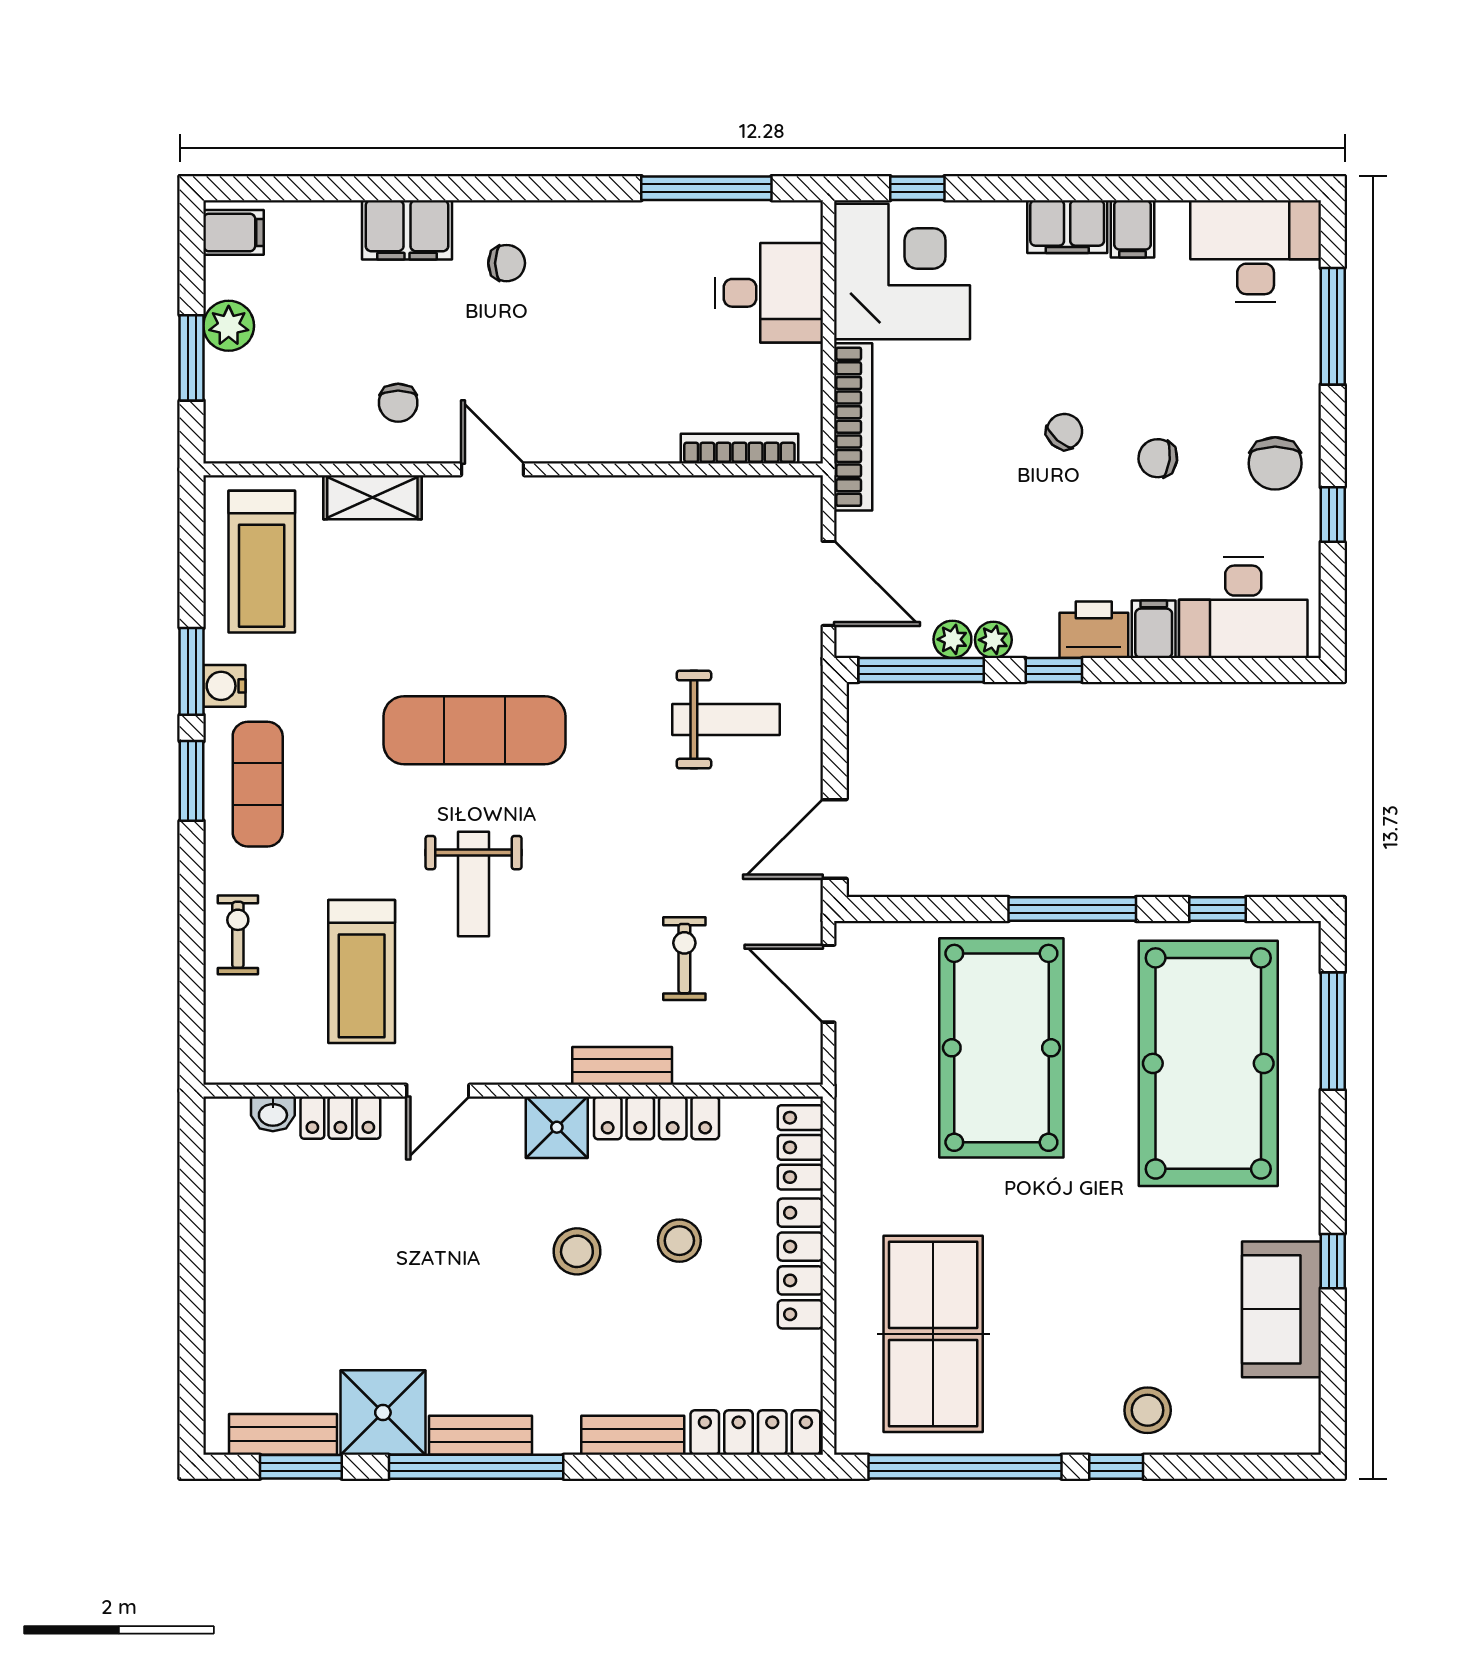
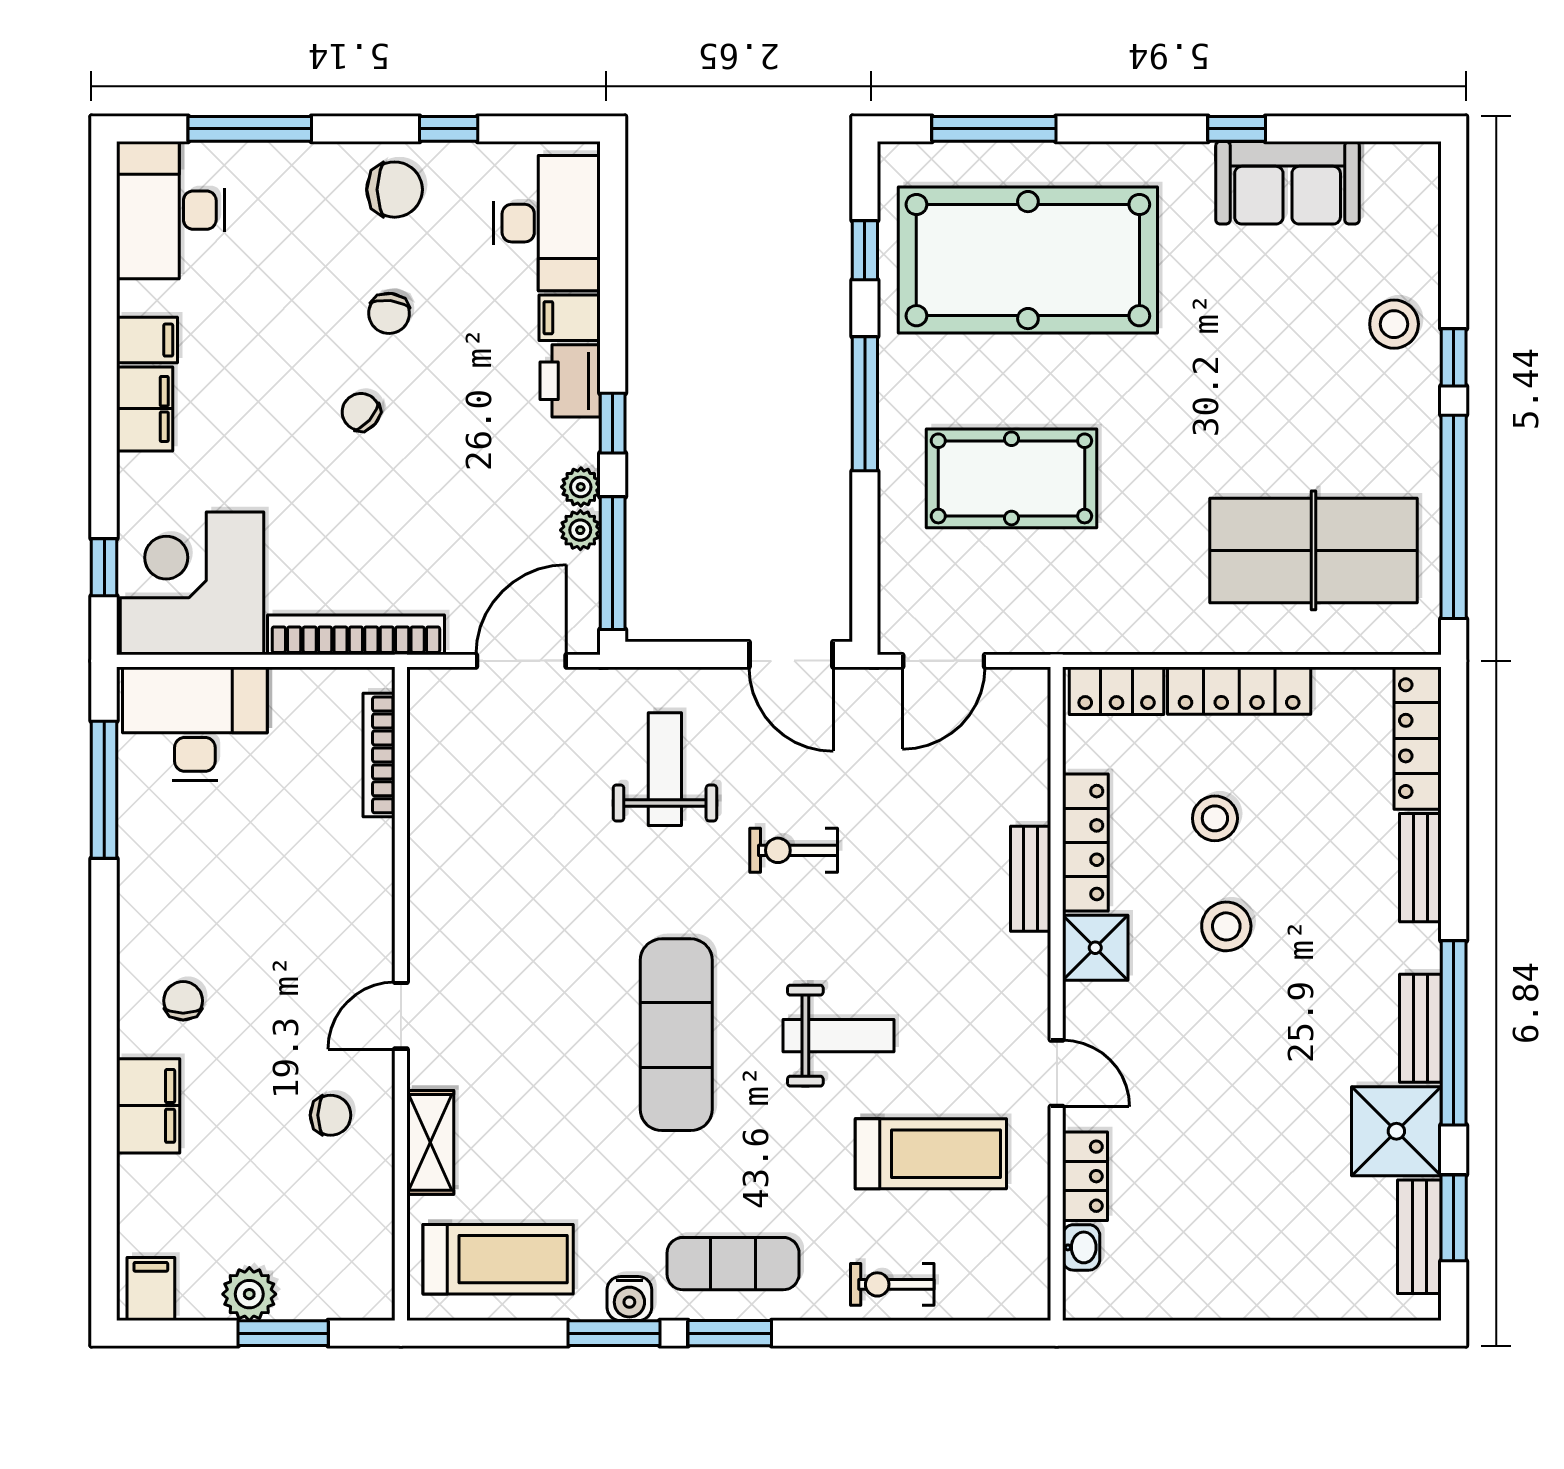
desk: (769, 293) -> (195, 724), width x1.37
exercise bike: (684, 959) -> (794, 850), moved
pool table: (1001, 1048) -> (1011, 478), width x0.73, depth x0.76

